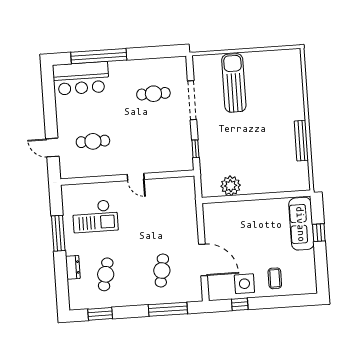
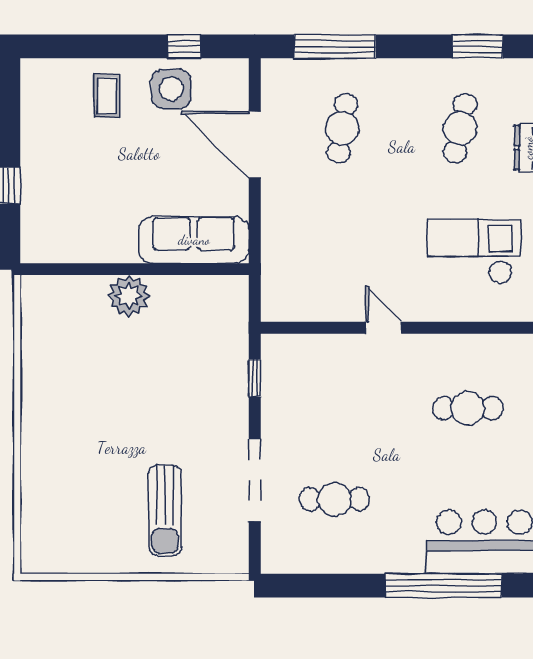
sun lounger: (234, 83) -> (165, 510), width x0.73, depth x0.75
bench: (301, 141) -> (32, 380), removed
plant: (231, 186) -> (129, 296), moved
sofa: (301, 224) -> (194, 240), moved, turned -90

